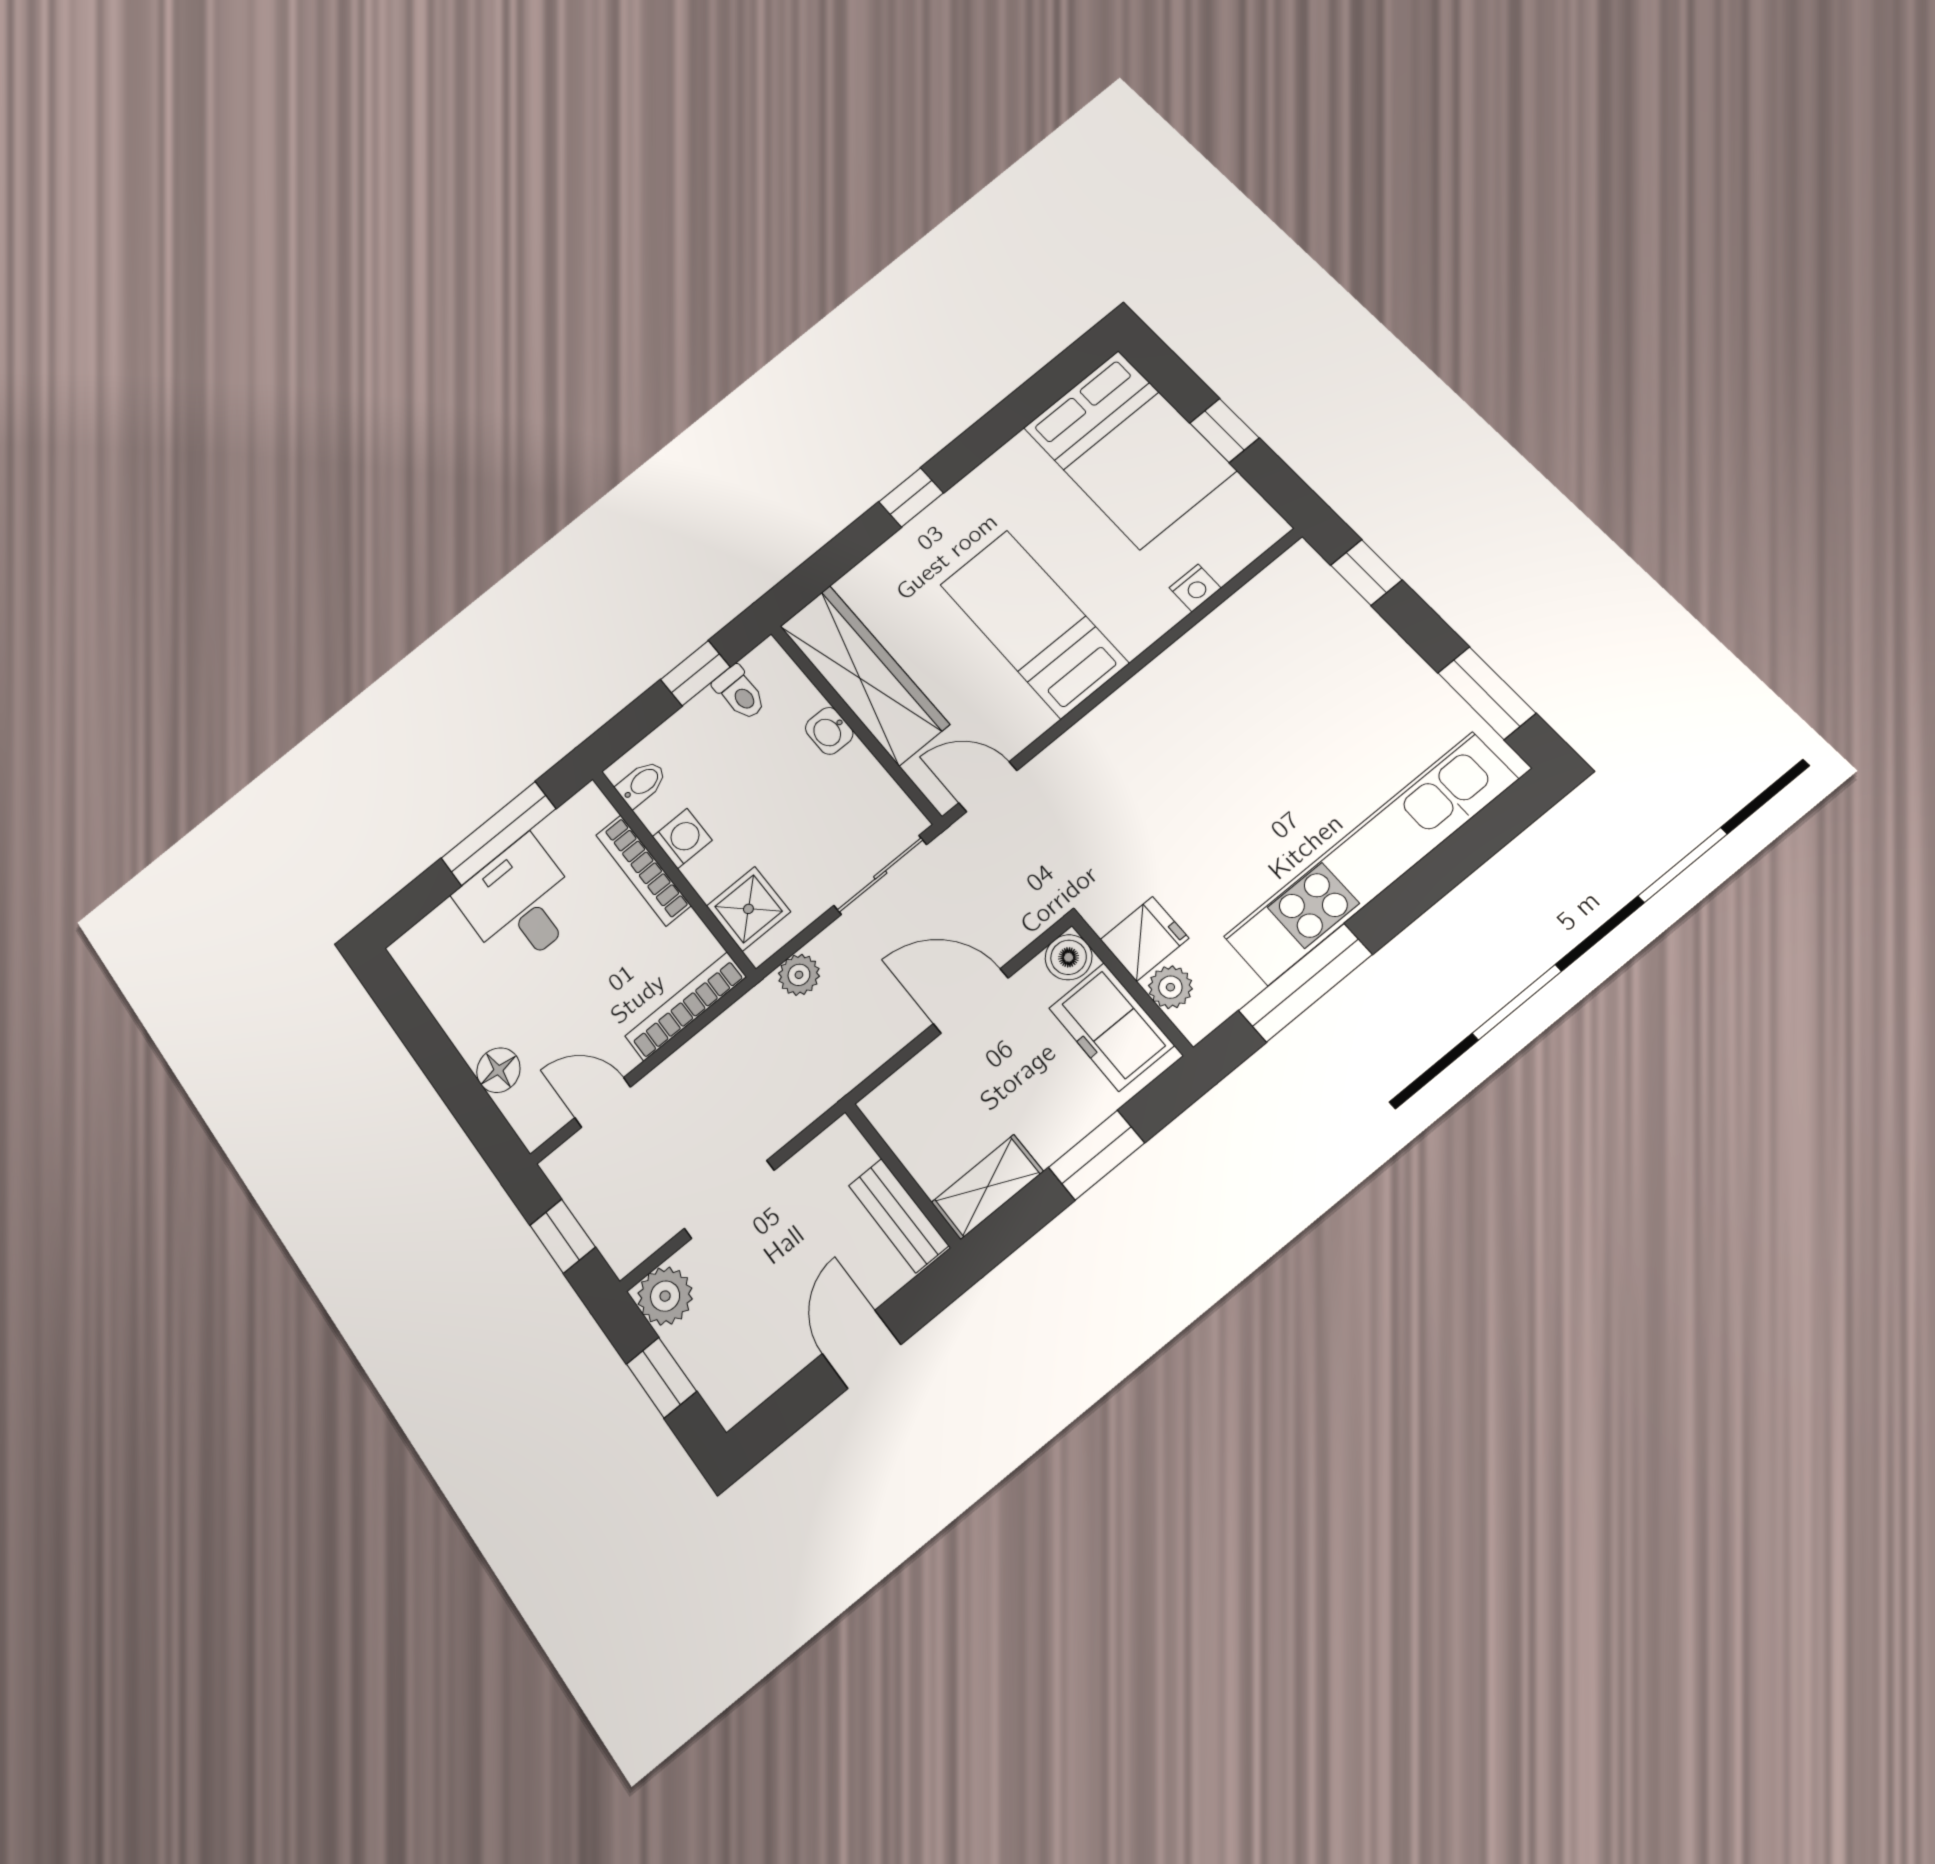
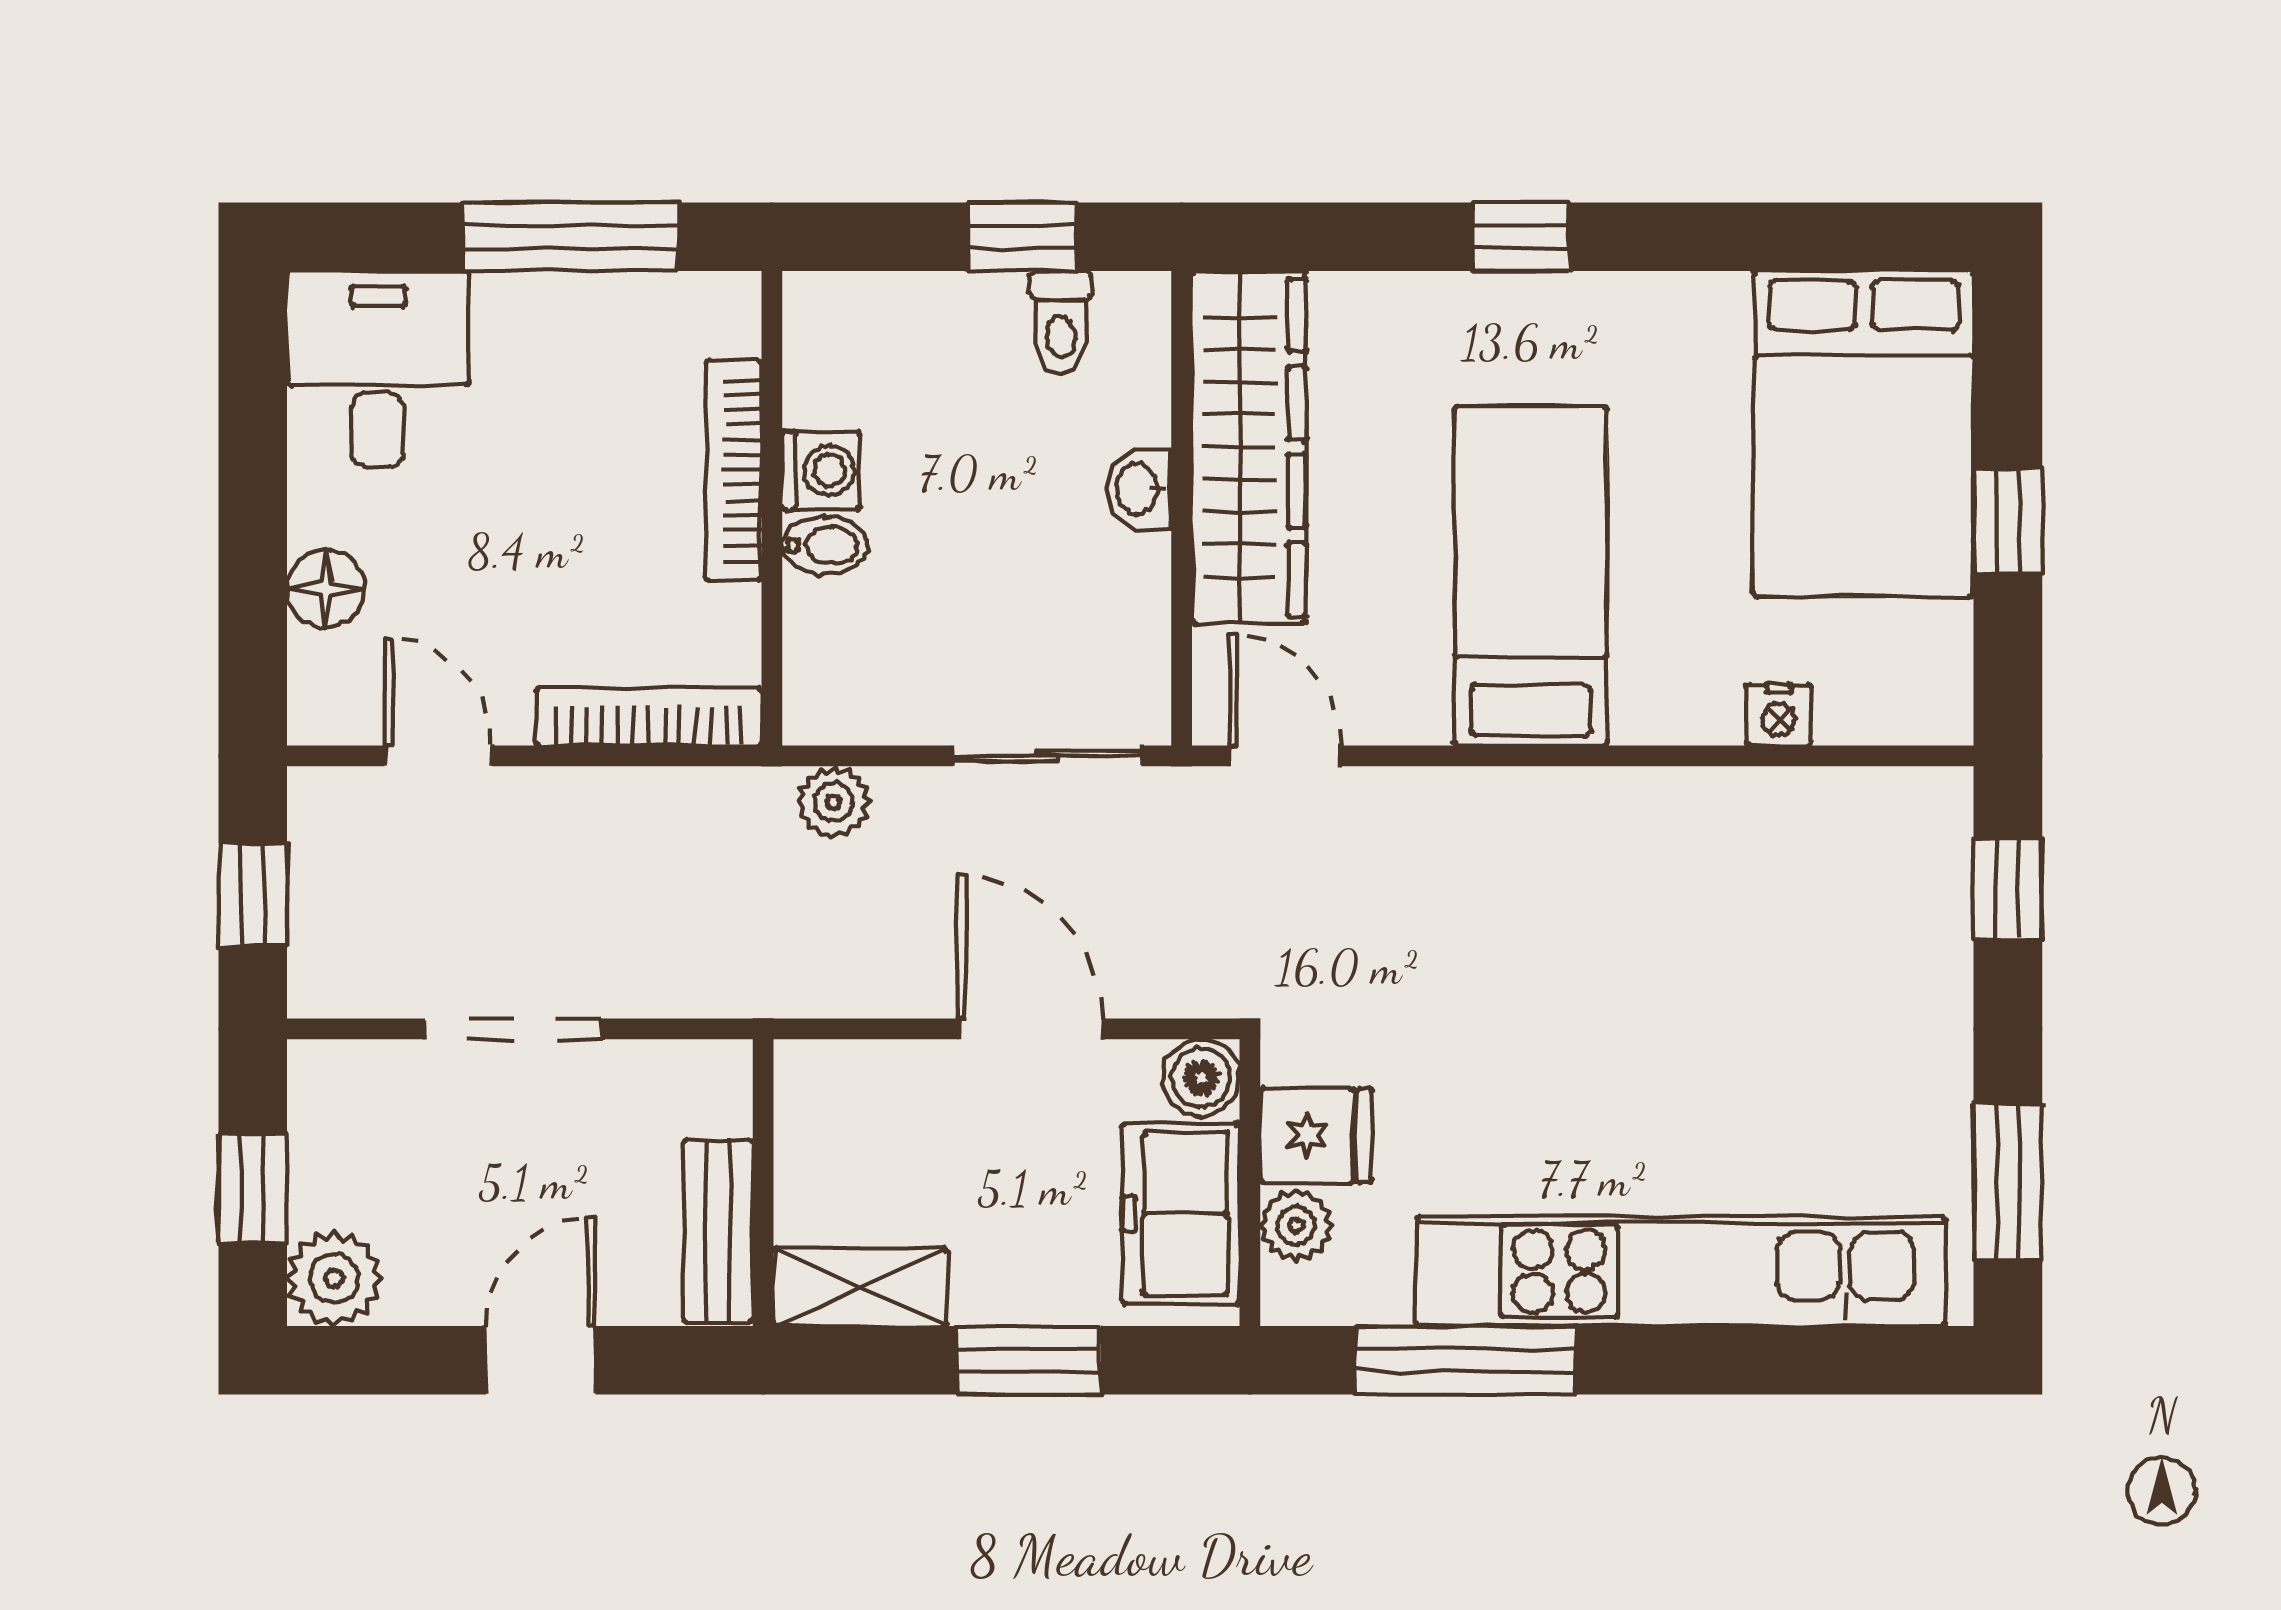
bidet: (642, 784) -> (825, 546), moved
desk: (520, 903) -> (378, 369), moved
shower: (748, 909) -> (836, 651), removed
plant: (665, 1296) -> (334, 1278), moved

